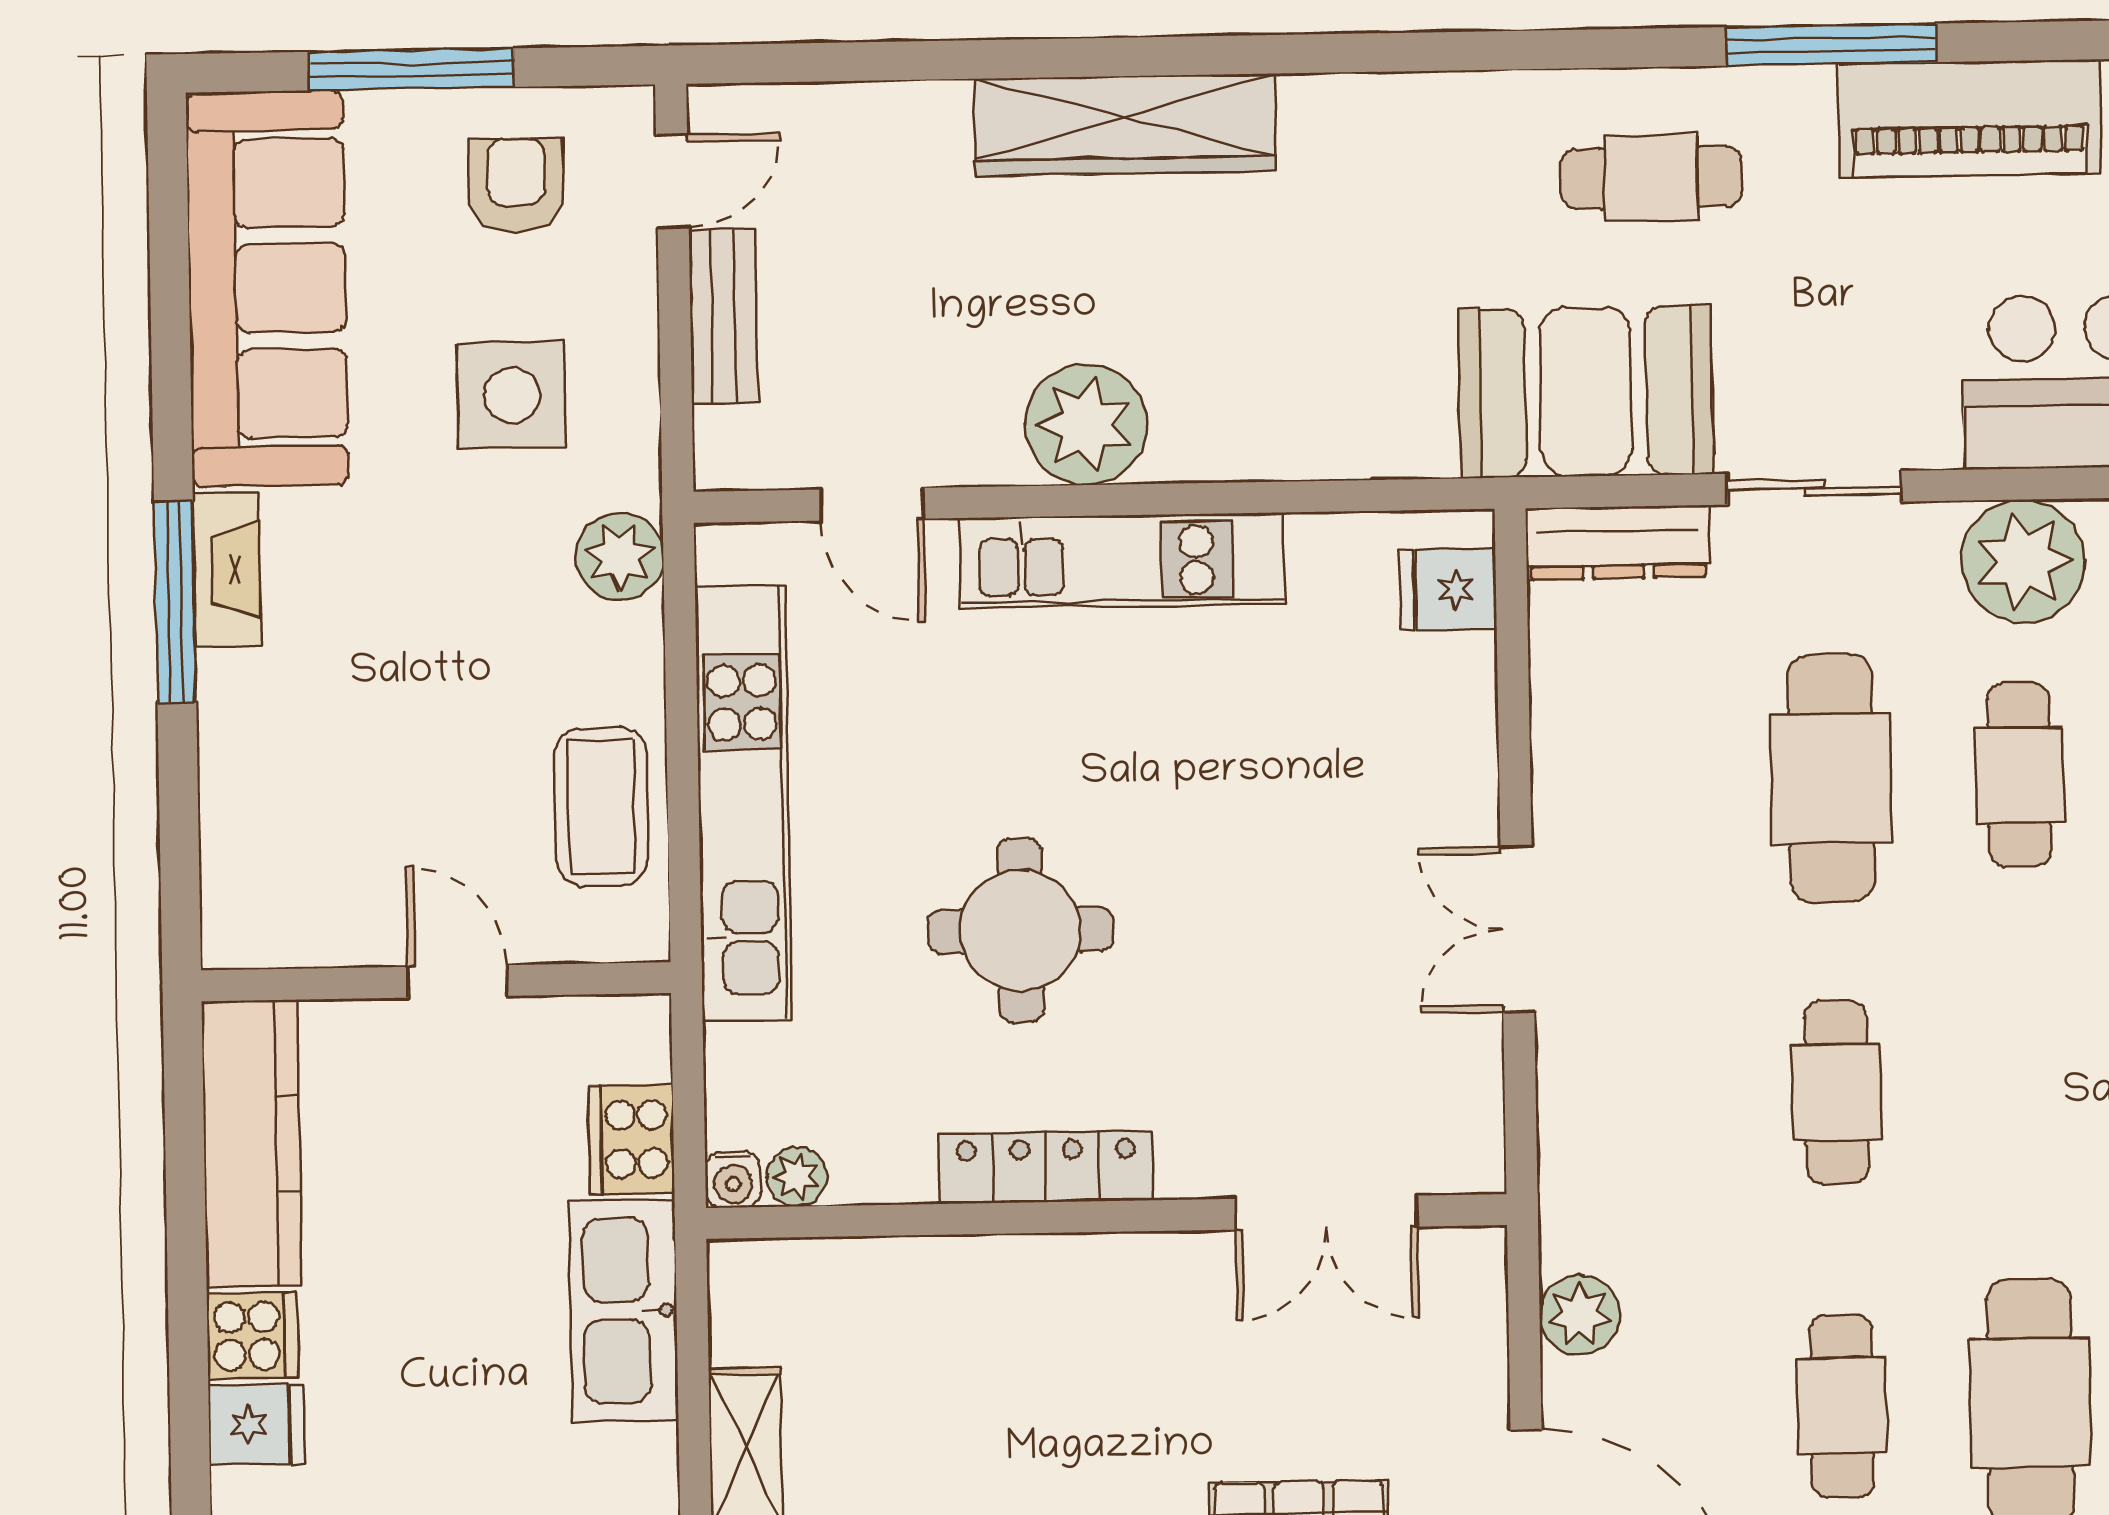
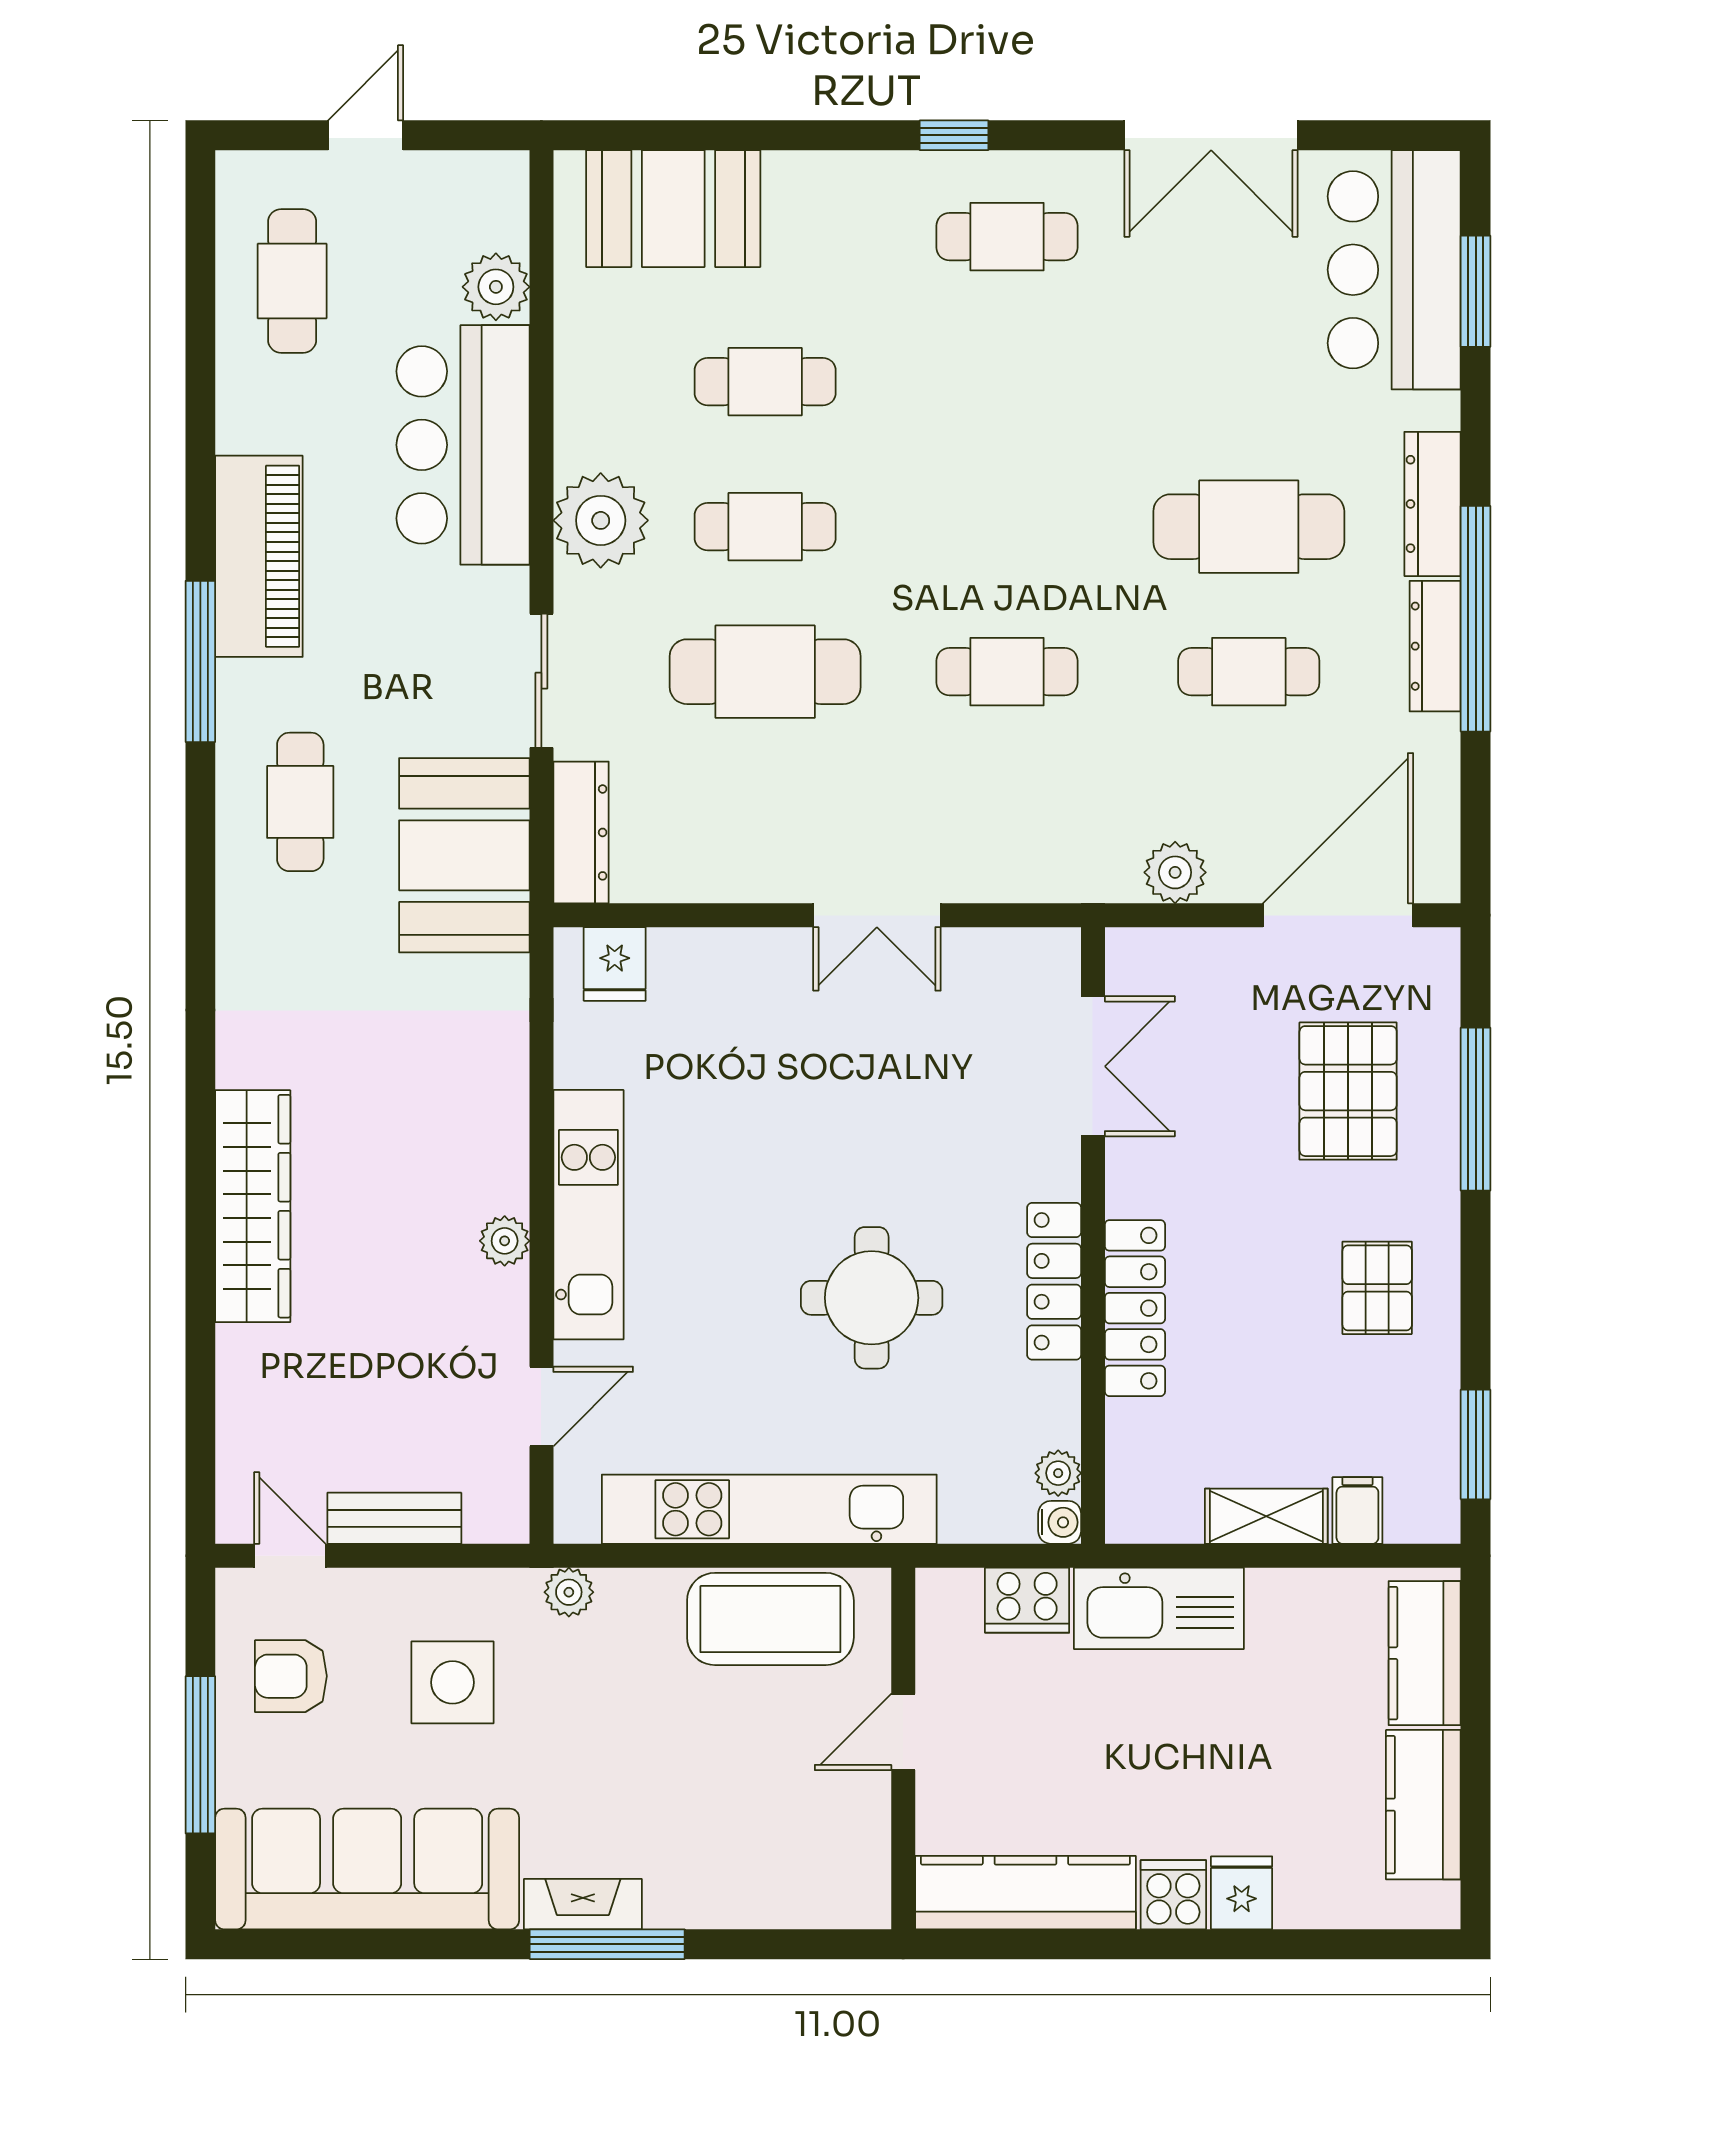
plant: (1086, 424) -> (505, 1241), width x0.53, depth x0.53
plant: (620, 556) -> (569, 1592), width x0.73, depth x0.73
coffee table: (601, 806) -> (770, 1619), width x1.36, depth x1.32
locker: (1013, 1273) -> (1135, 1308), added

